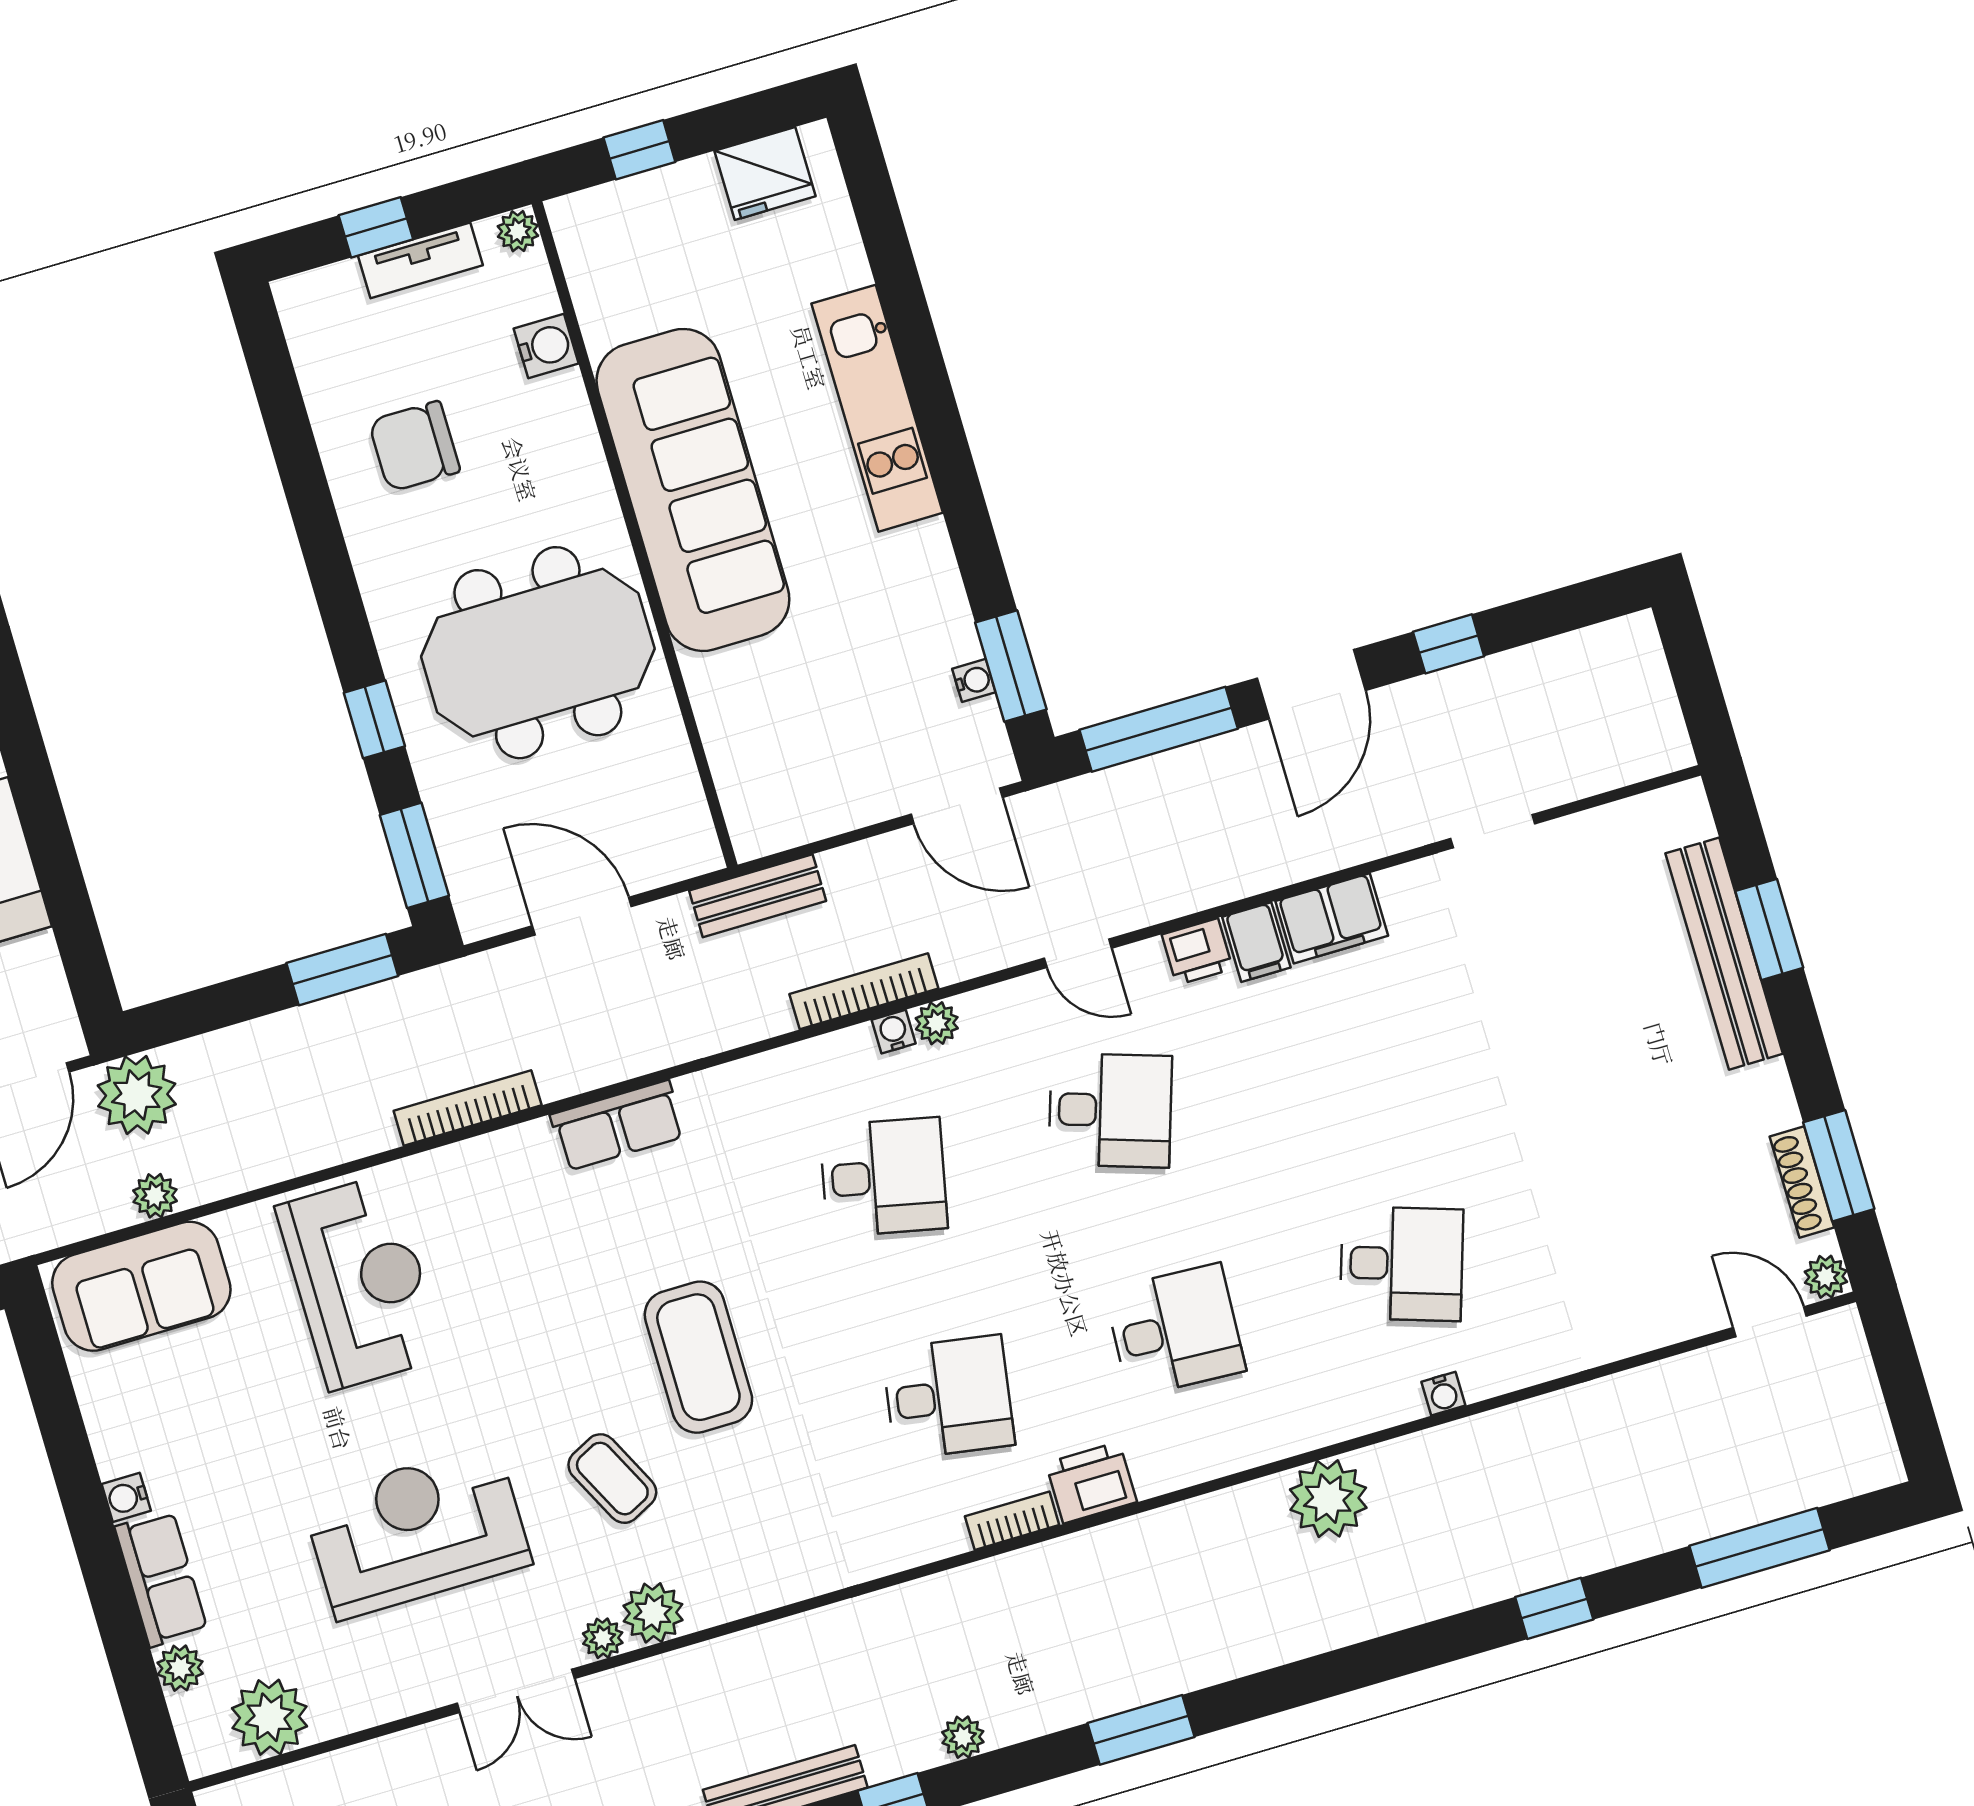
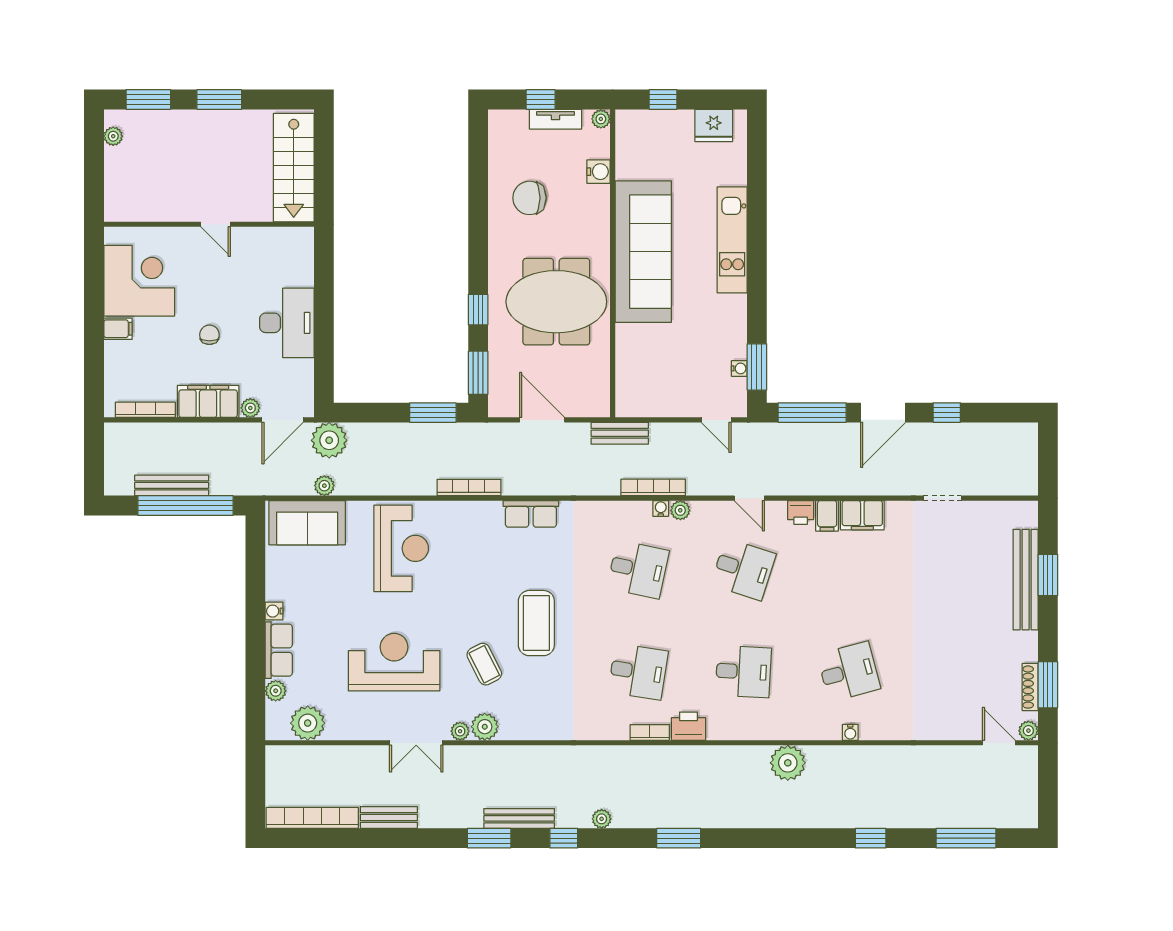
door: (957, 806) -> (716, 420), width x0.73
desk: (1402, 1264) -> (849, 672), turned -33

